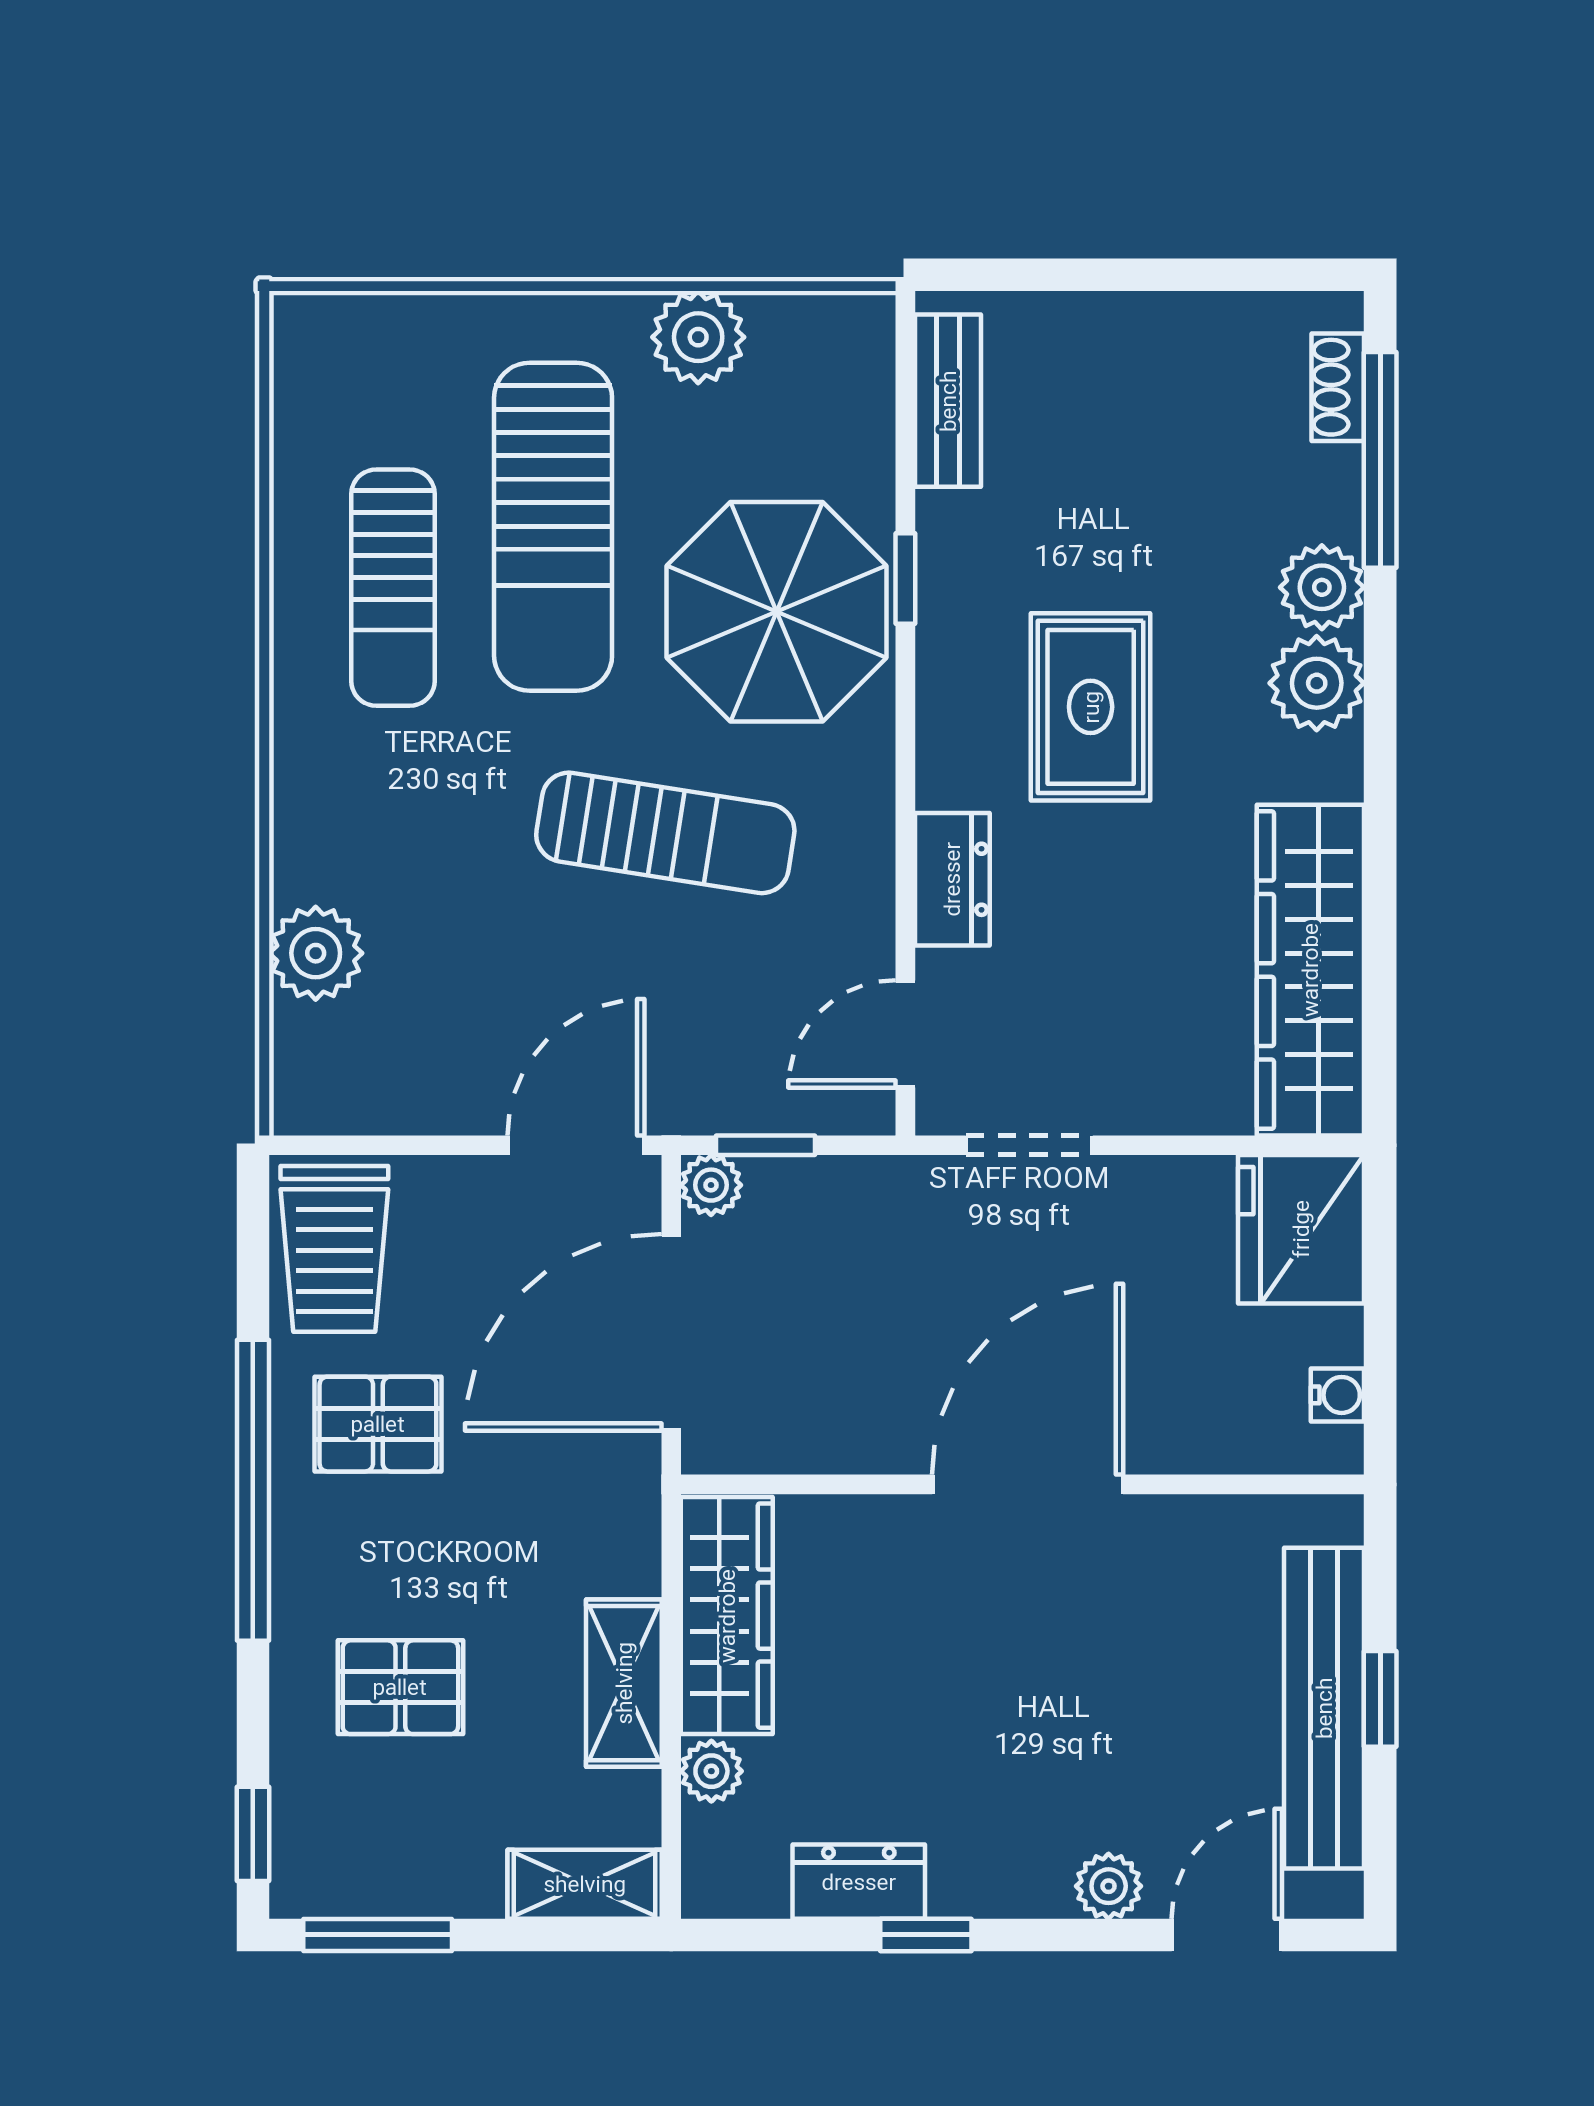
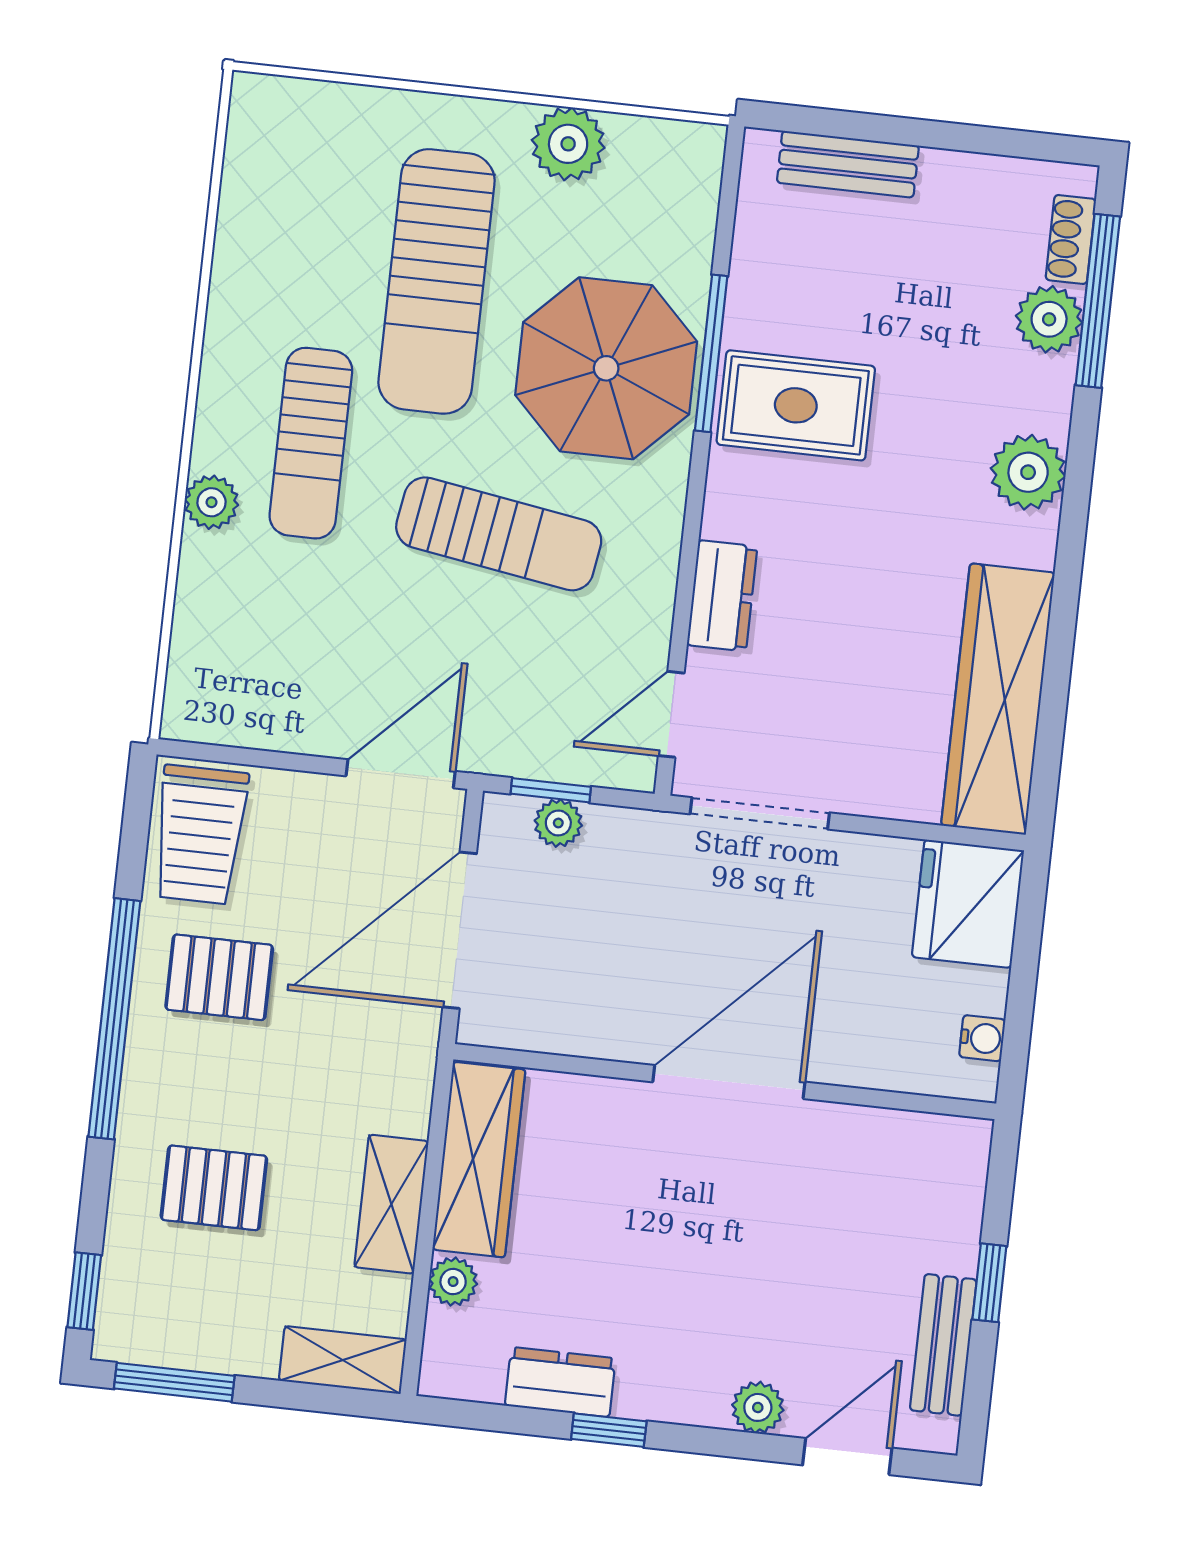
bench: (948, 401) -> (848, 164), moved, turned 90
window: (905, 579) -> (711, 353), width x2.17
plant: (1322, 587) -> (1049, 319), moved
sun lounger: (393, 588) -> (311, 443), moved
rug: (1091, 707) -> (796, 405), moved, turned 90
plant: (316, 953) -> (211, 502), moved, width x0.73, depth x0.73
doorway: (1029, 1145) -> (760, 813), width x1.38
plant: (711, 1185) -> (558, 823), moved
bench: (1324, 1708) -> (943, 1345), width x0.54, depth x0.82

